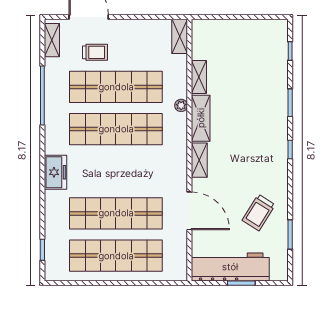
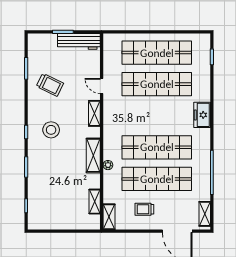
trolley: (95, 52) -> (144, 209), moved
shelving: (199, 77) -> (95, 202), moved
stool: (257, 152) -> (51, 130), added
shelving: (199, 160) -> (94, 113), moved
door: (189, 211) -> (102, 86), width x0.53
trolley: (259, 212) -> (50, 85), turned 84
workbench: (230, 267) -> (79, 41), width x0.73, depth x0.76

